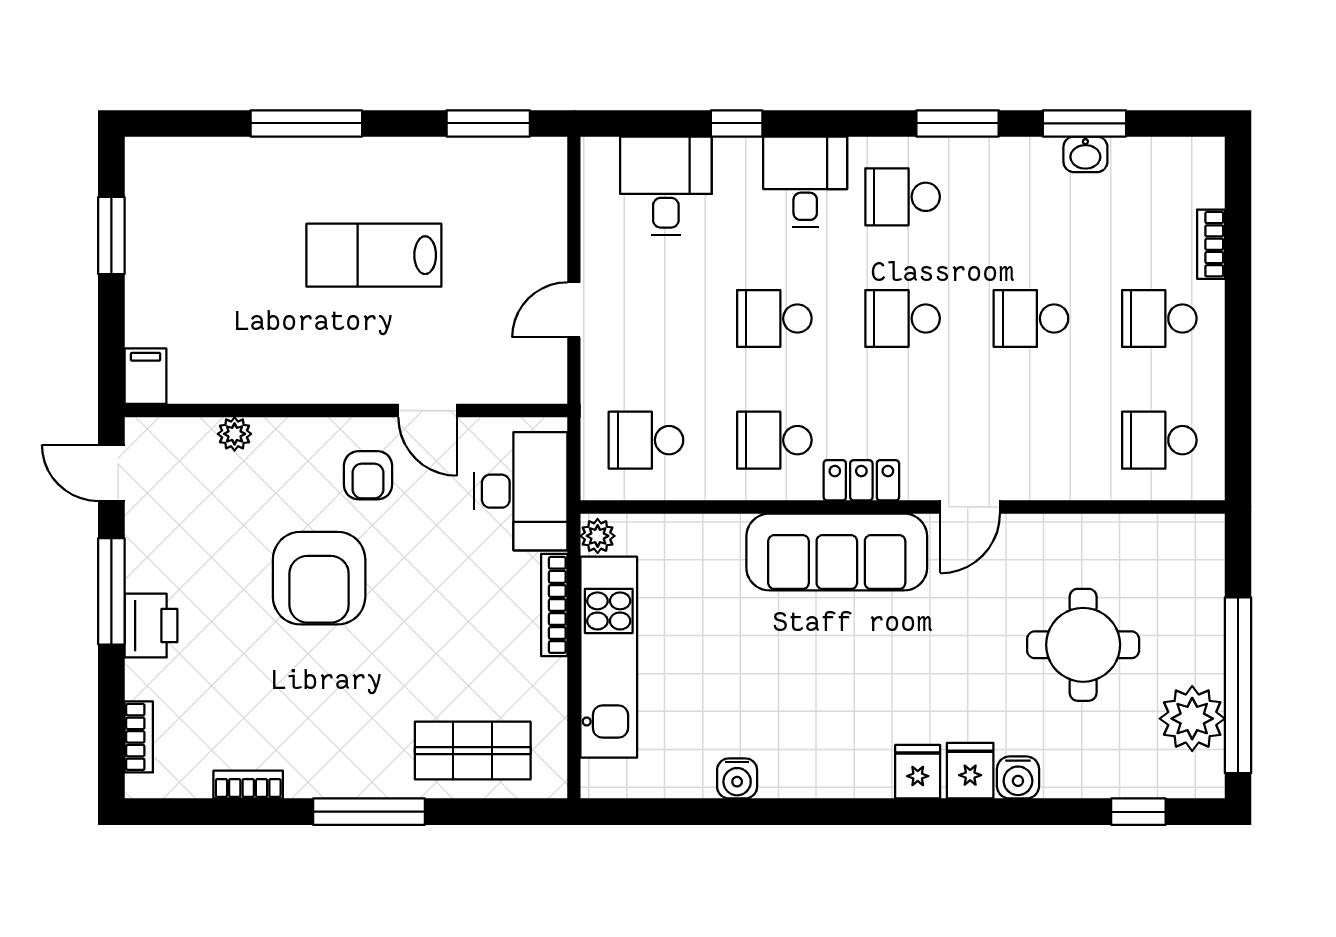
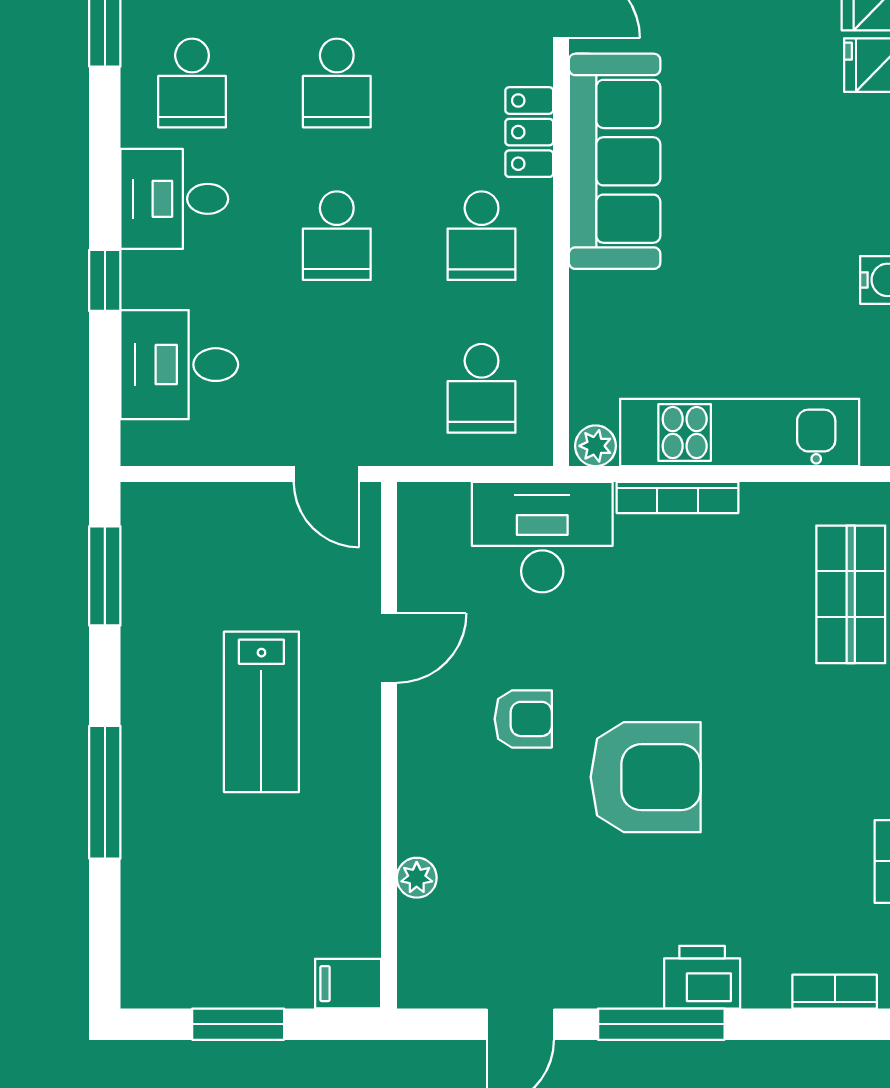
filing cabinet: (146, 376) -> (348, 984), moved
wall: (346, 411) -> (389, 745), moved
door: (428, 411) -> (389, 648), moved
plant: (235, 434) -> (417, 878), moved

